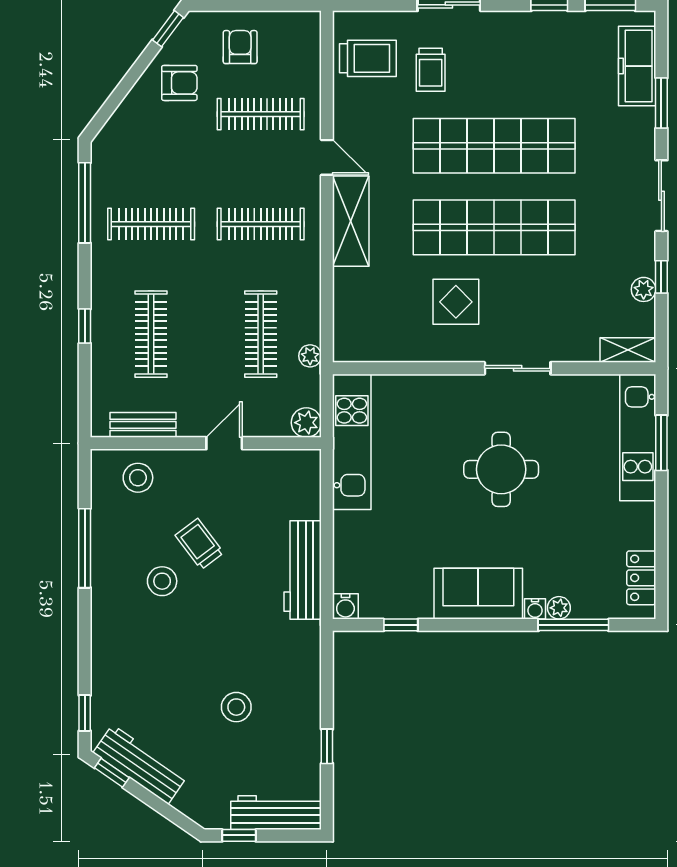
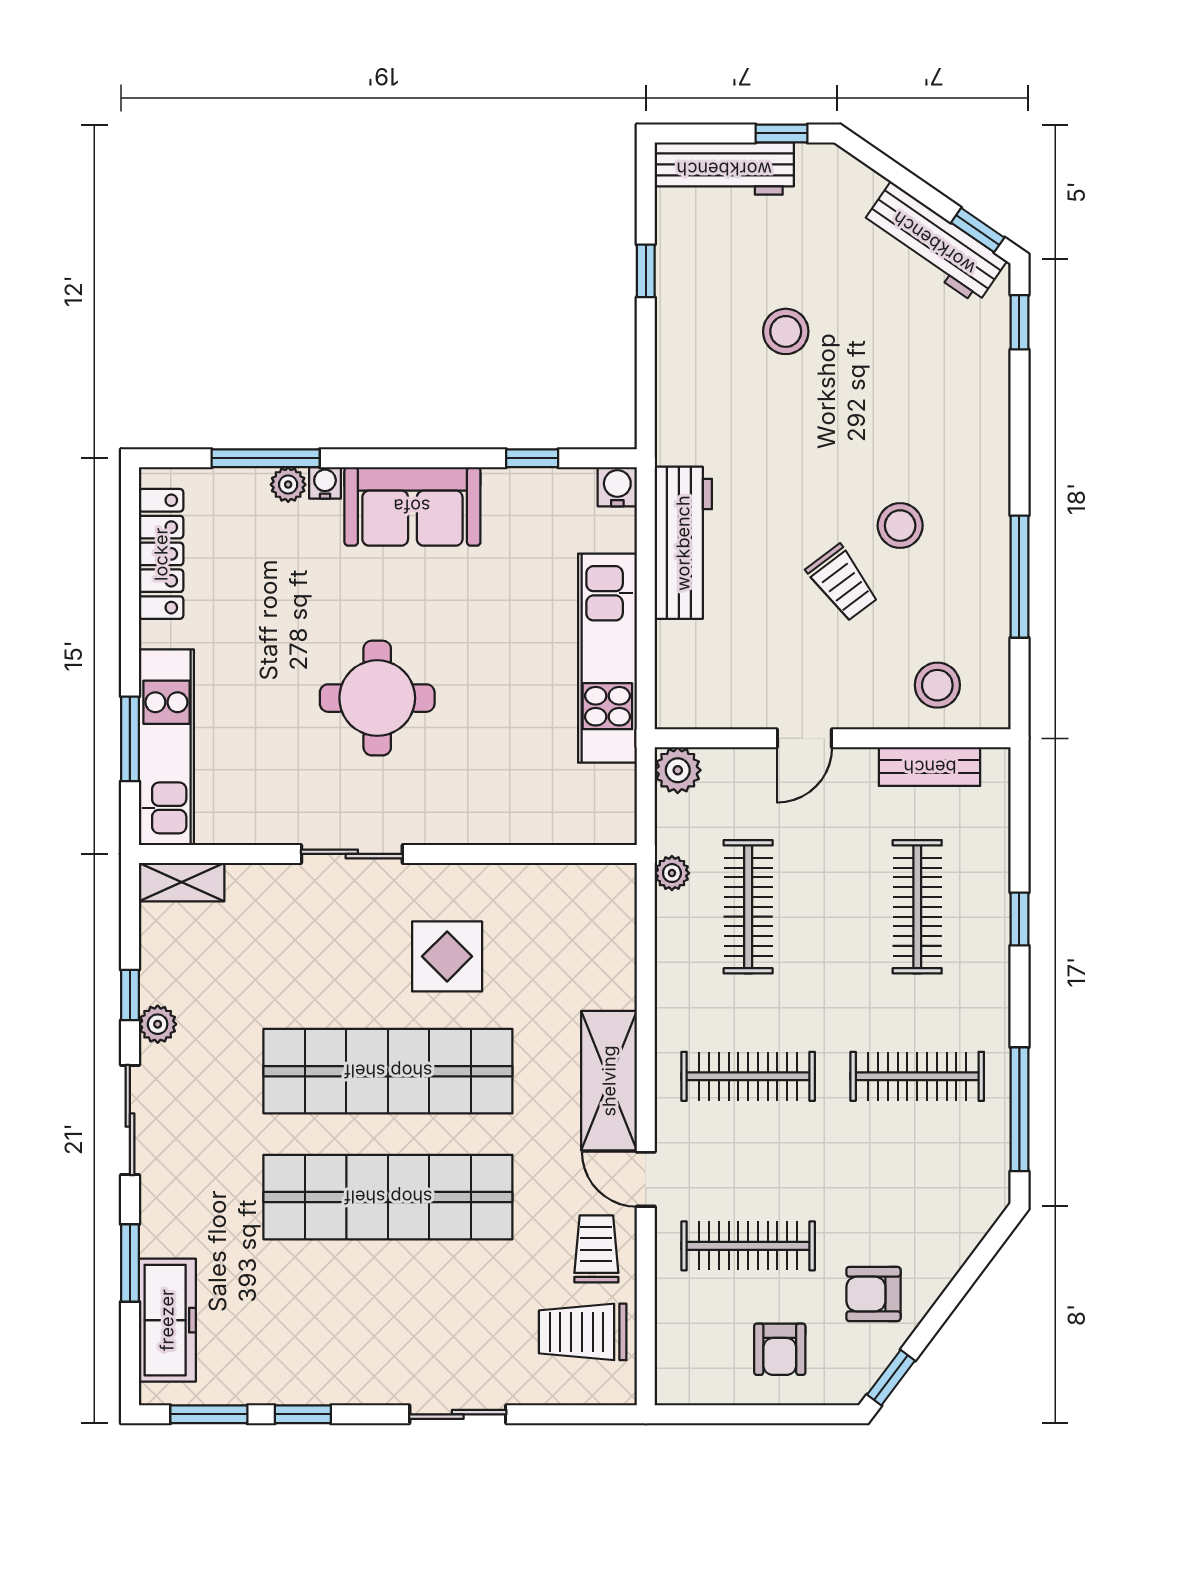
trolley: (431, 70) -> (596, 1249), moved
plant: (644, 289) -> (158, 1024), moved
kitchen unit: (352, 442) -> (607, 658), moved
locker: (641, 578) -> (161, 554), width x1.53

